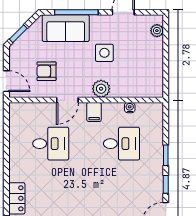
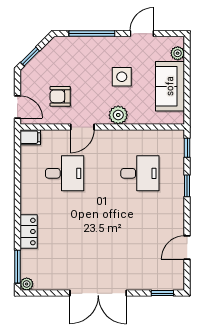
sofa: (66, 28) -> (170, 86), moved, turned 90
water cooler: (130, 108) -> (149, 135), removed
filing cabinet: (94, 112) -> (30, 137), moved, turned -90
window: (166, 184) -> (187, 148), moved

